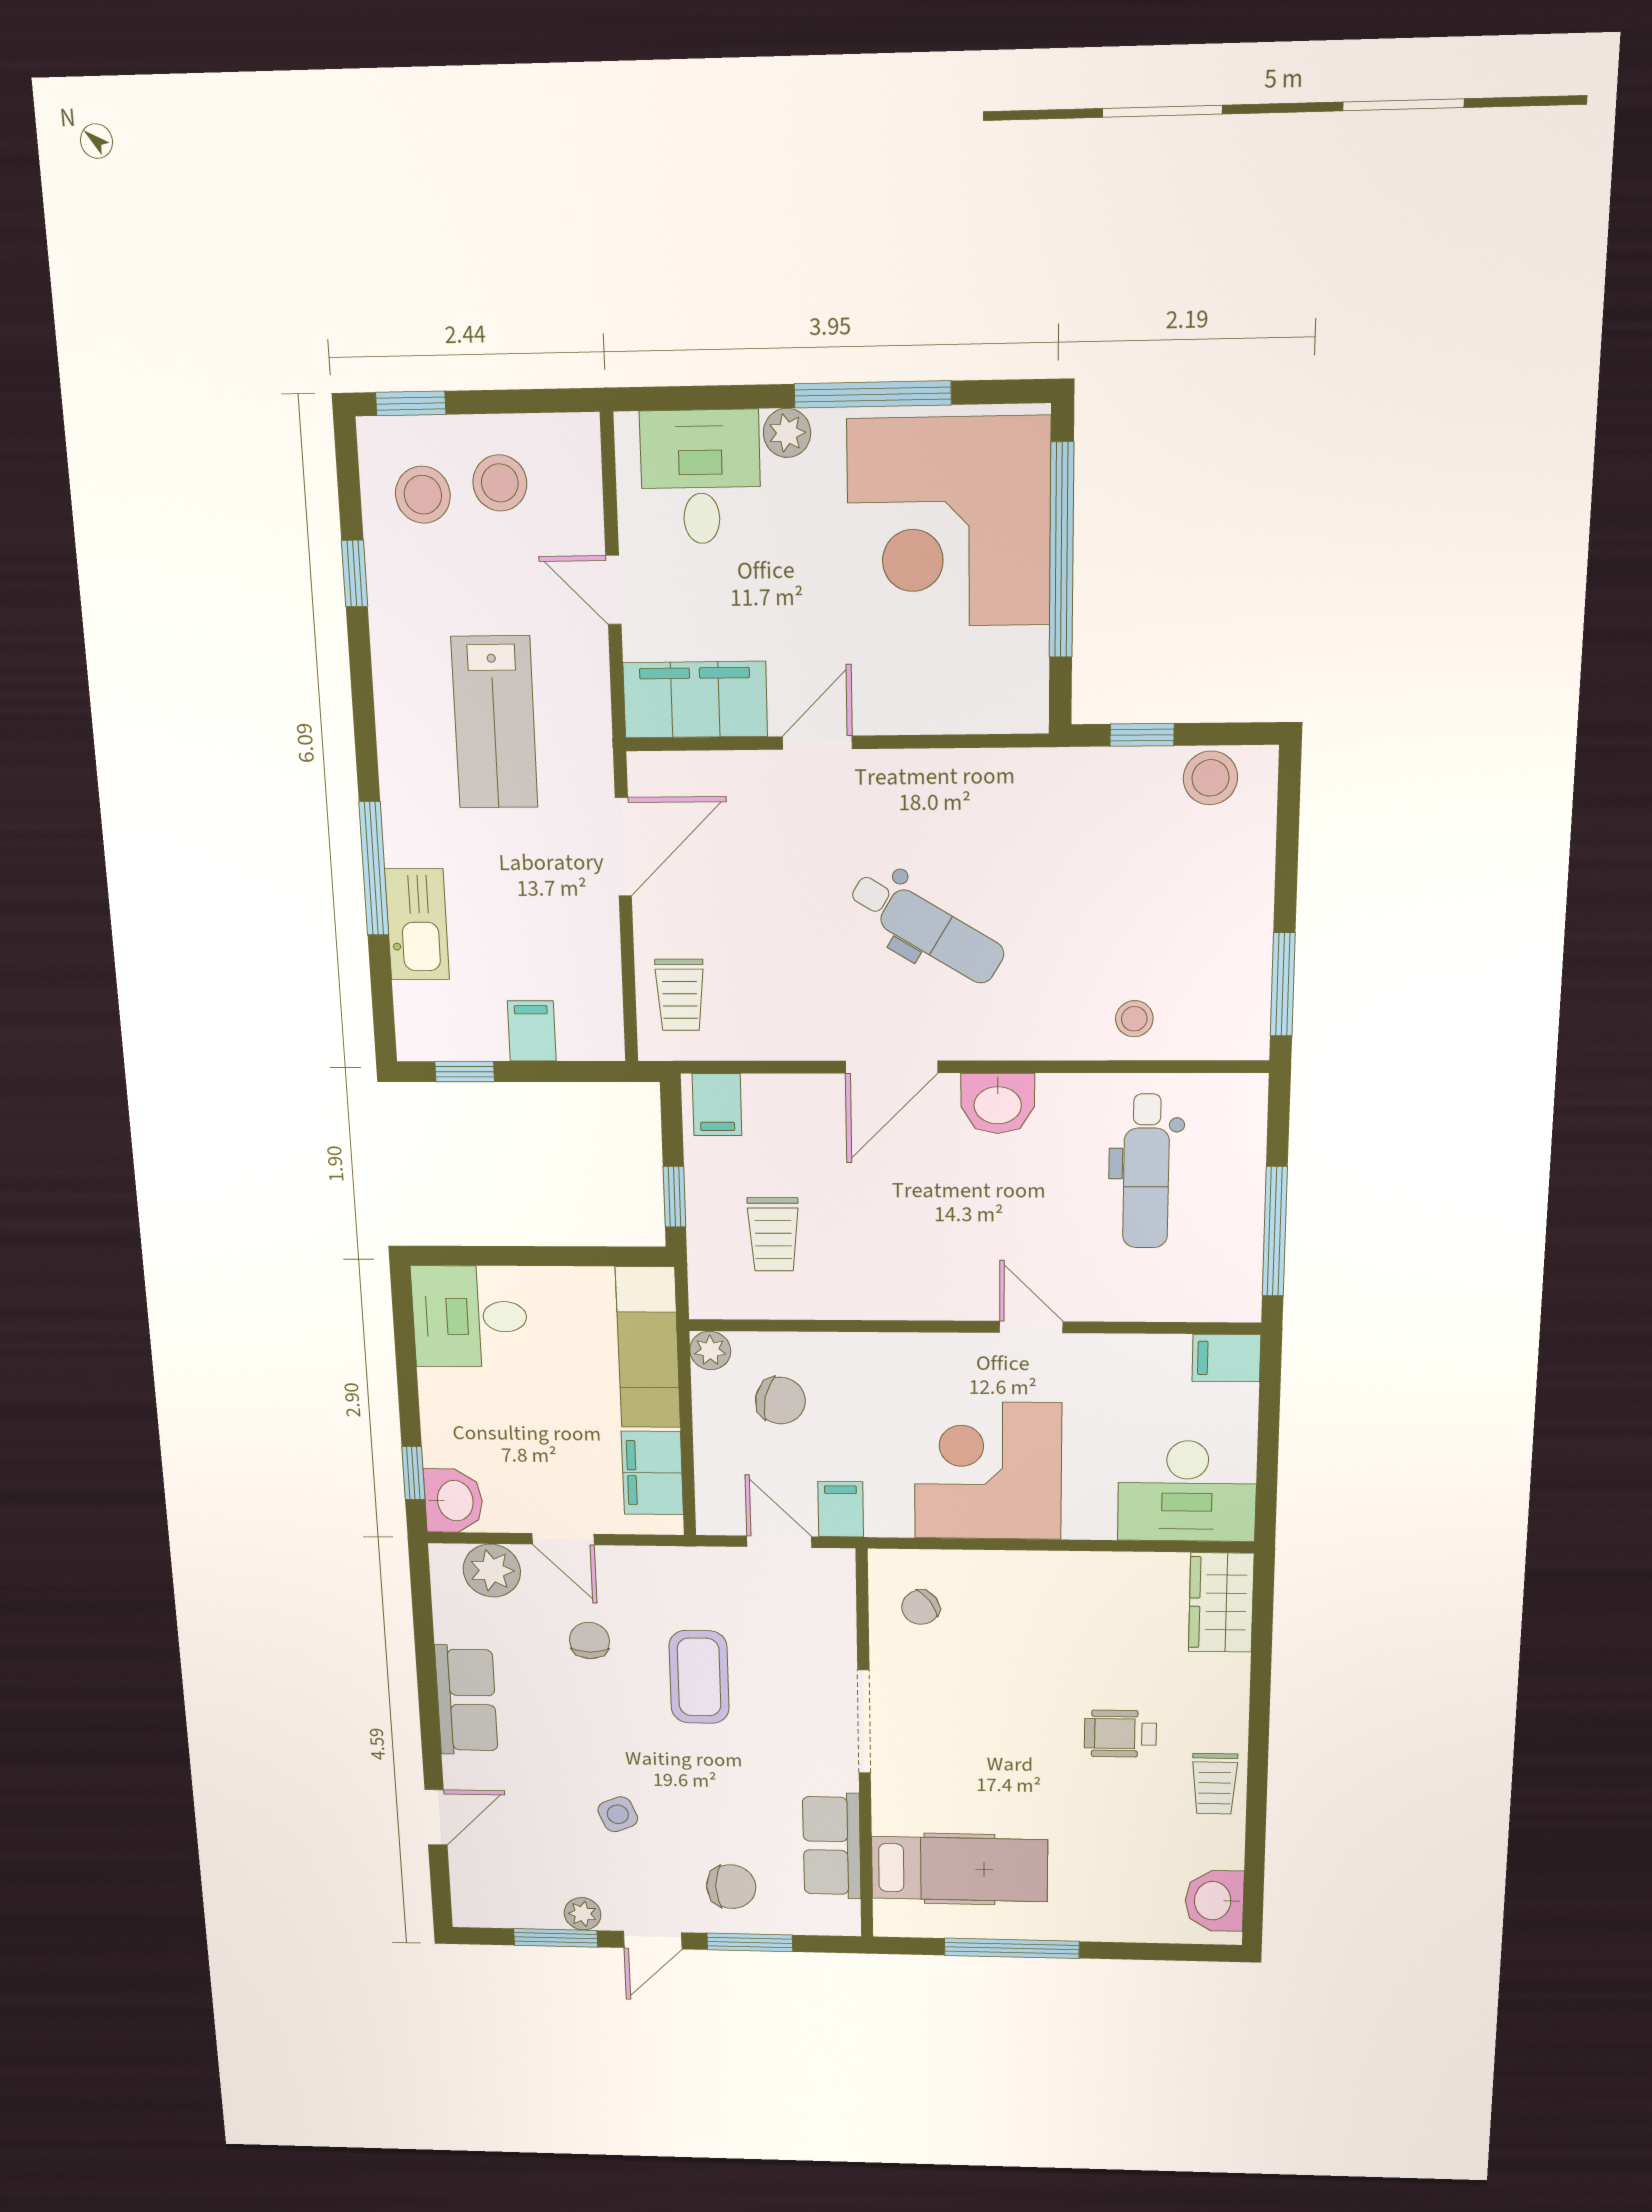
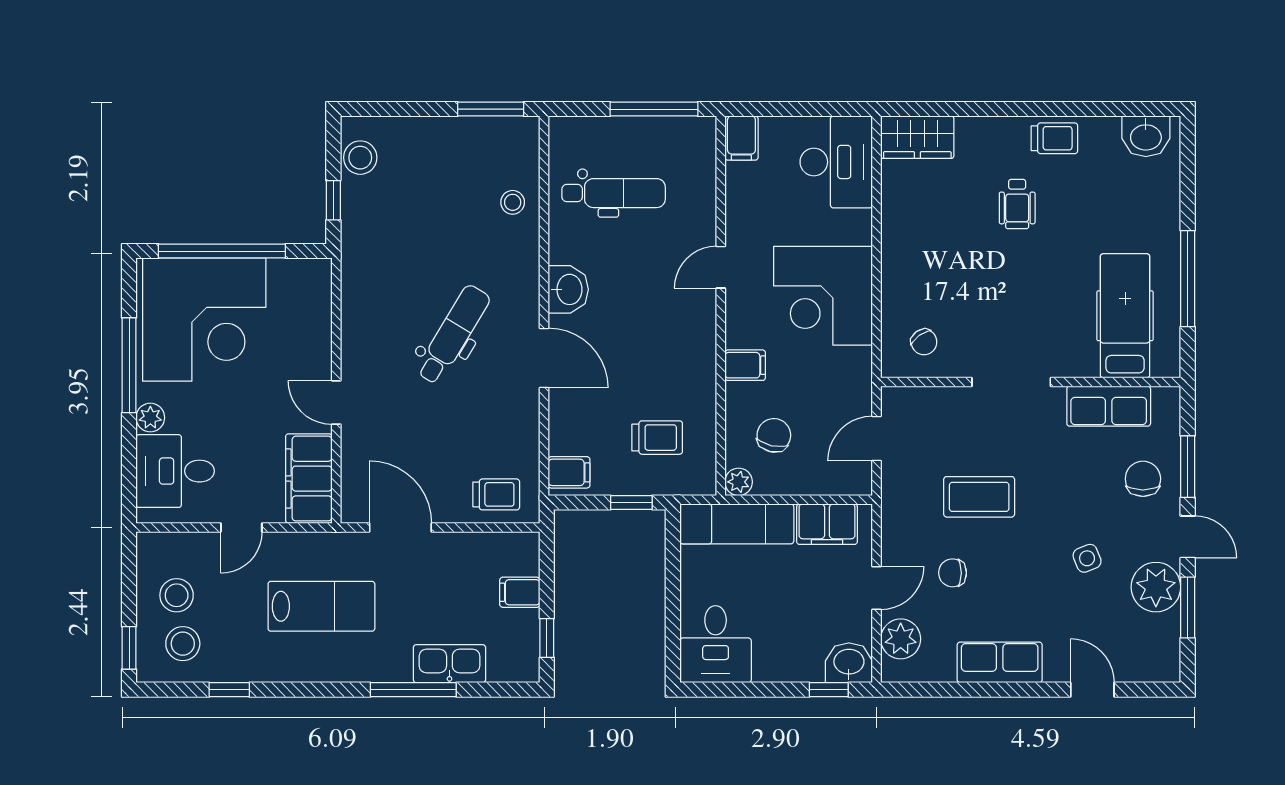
filing cabinet: (841, 1509) -> (745, 365), moved, turned 180
plant: (583, 1914) -> (1156, 587), width x1.88, depth x1.88

